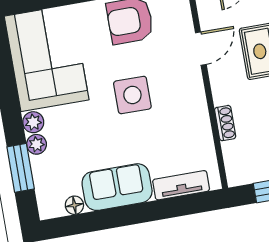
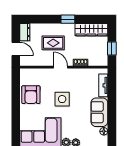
door: (201, 49) -> (61, 67), moved

